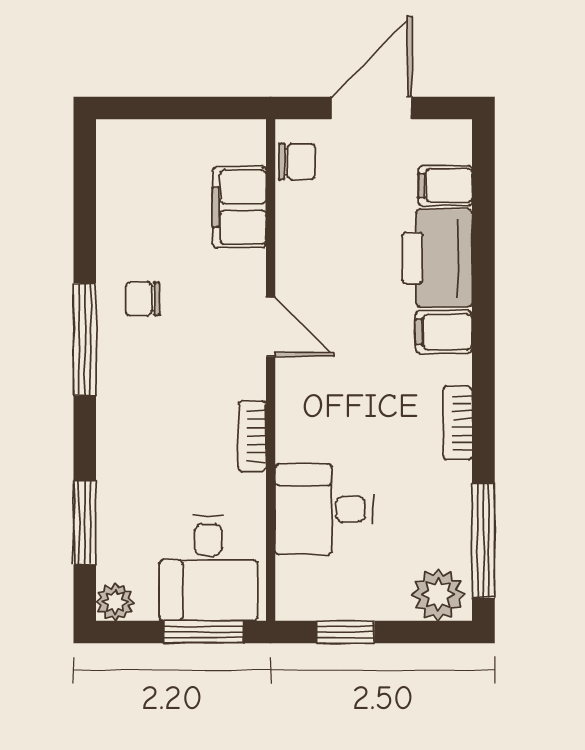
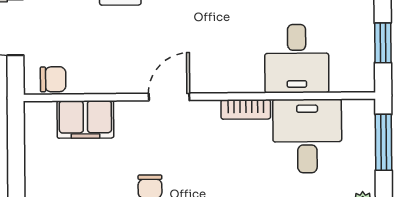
chair: (297, 162) -> (53, 79), turned 90
desk: (208, 568) -> (307, 136), moved, turned -90

